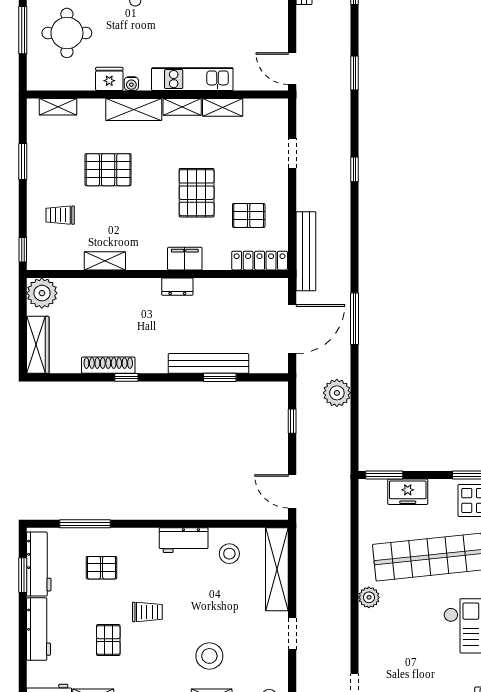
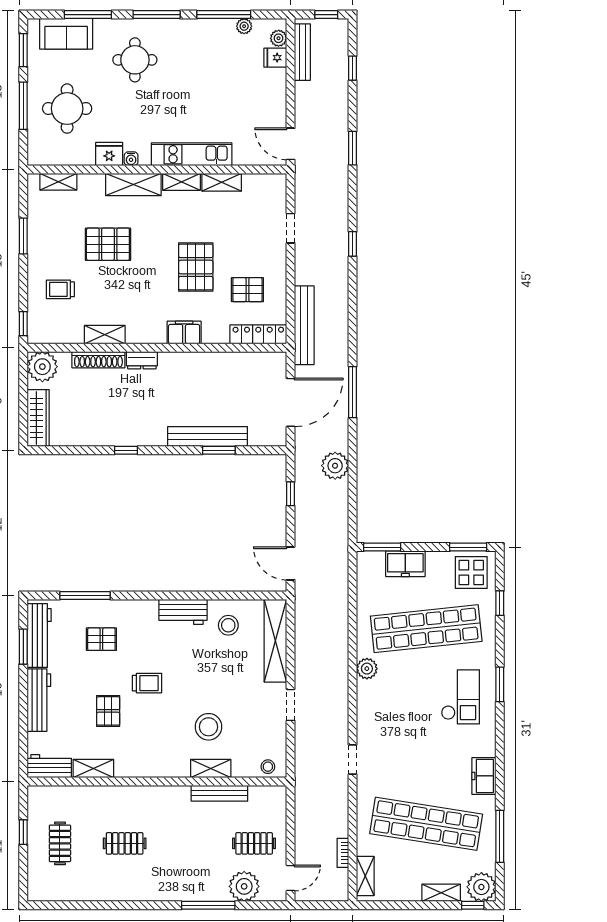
dresser: (177, 287) -> (142, 360), moved
shoe rack: (108, 365) -> (98, 360), moved, turned 180

